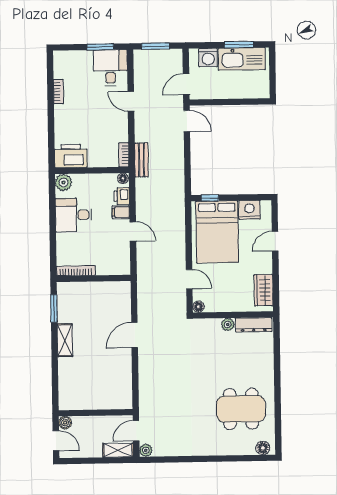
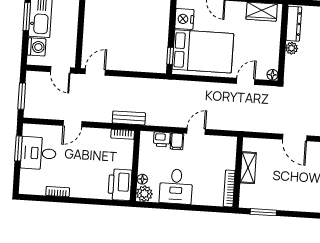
desk: (110, 68) -> (38, 153), moved
floor lamp: (123, 178) -> (142, 179), moved
shelving: (65, 340) -> (248, 168), moved, turned 90

